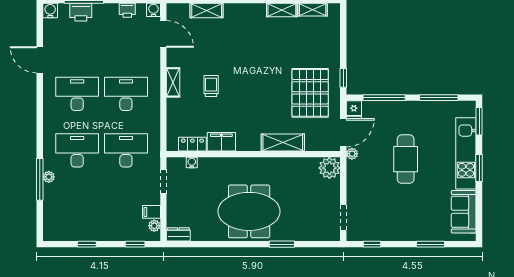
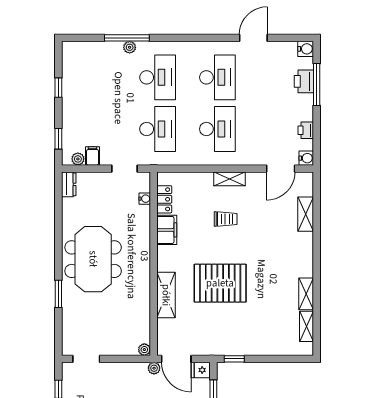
pallet: (310, 93) -> (220, 283), moved
plant: (329, 168) -> (144, 350), width x0.53, depth x0.53

